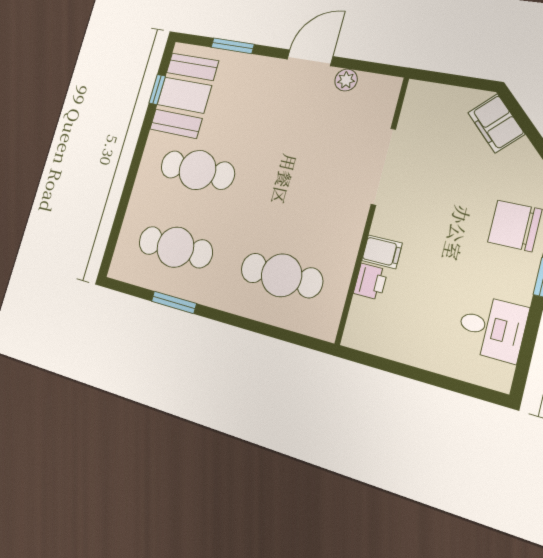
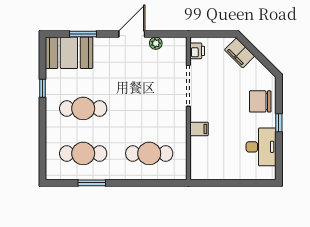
window: (157, 89) -> (42, 88), moved
booth: (184, 95) -> (69, 53), moved, turned 90
printer: (371, 282) -> (197, 51), moved
desk: (492, 328) -> (261, 147), width x1.37

